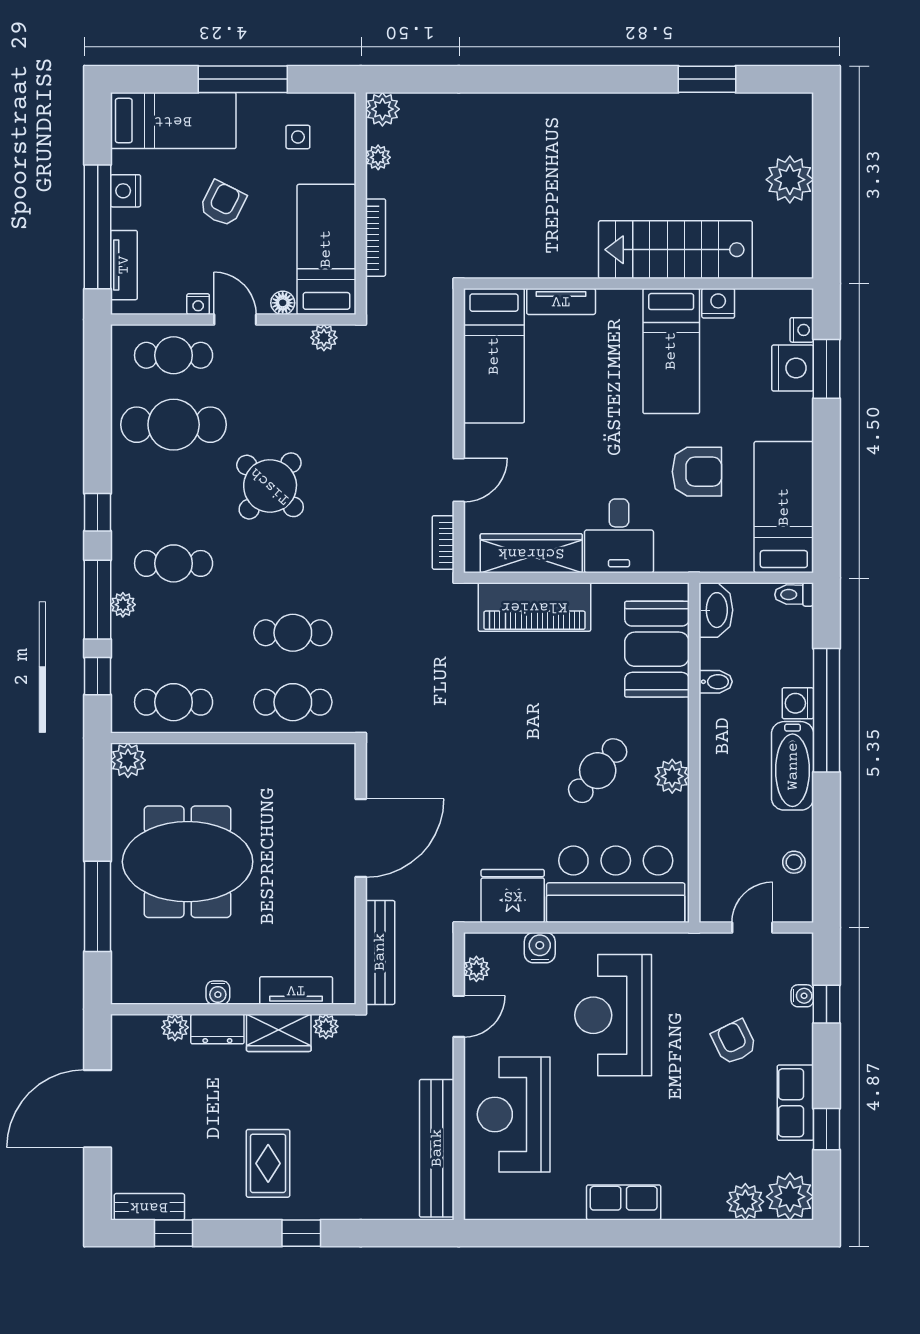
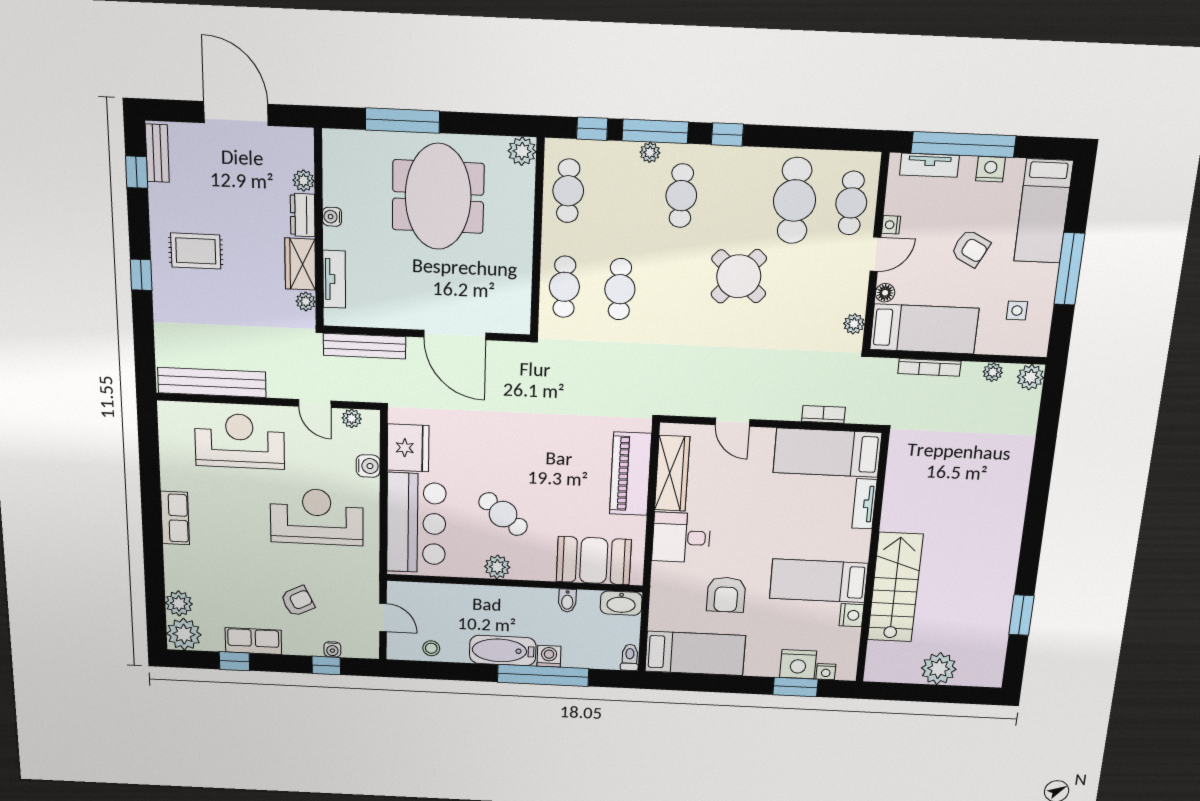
bookcase: (443, 542) -> (823, 414), moved

